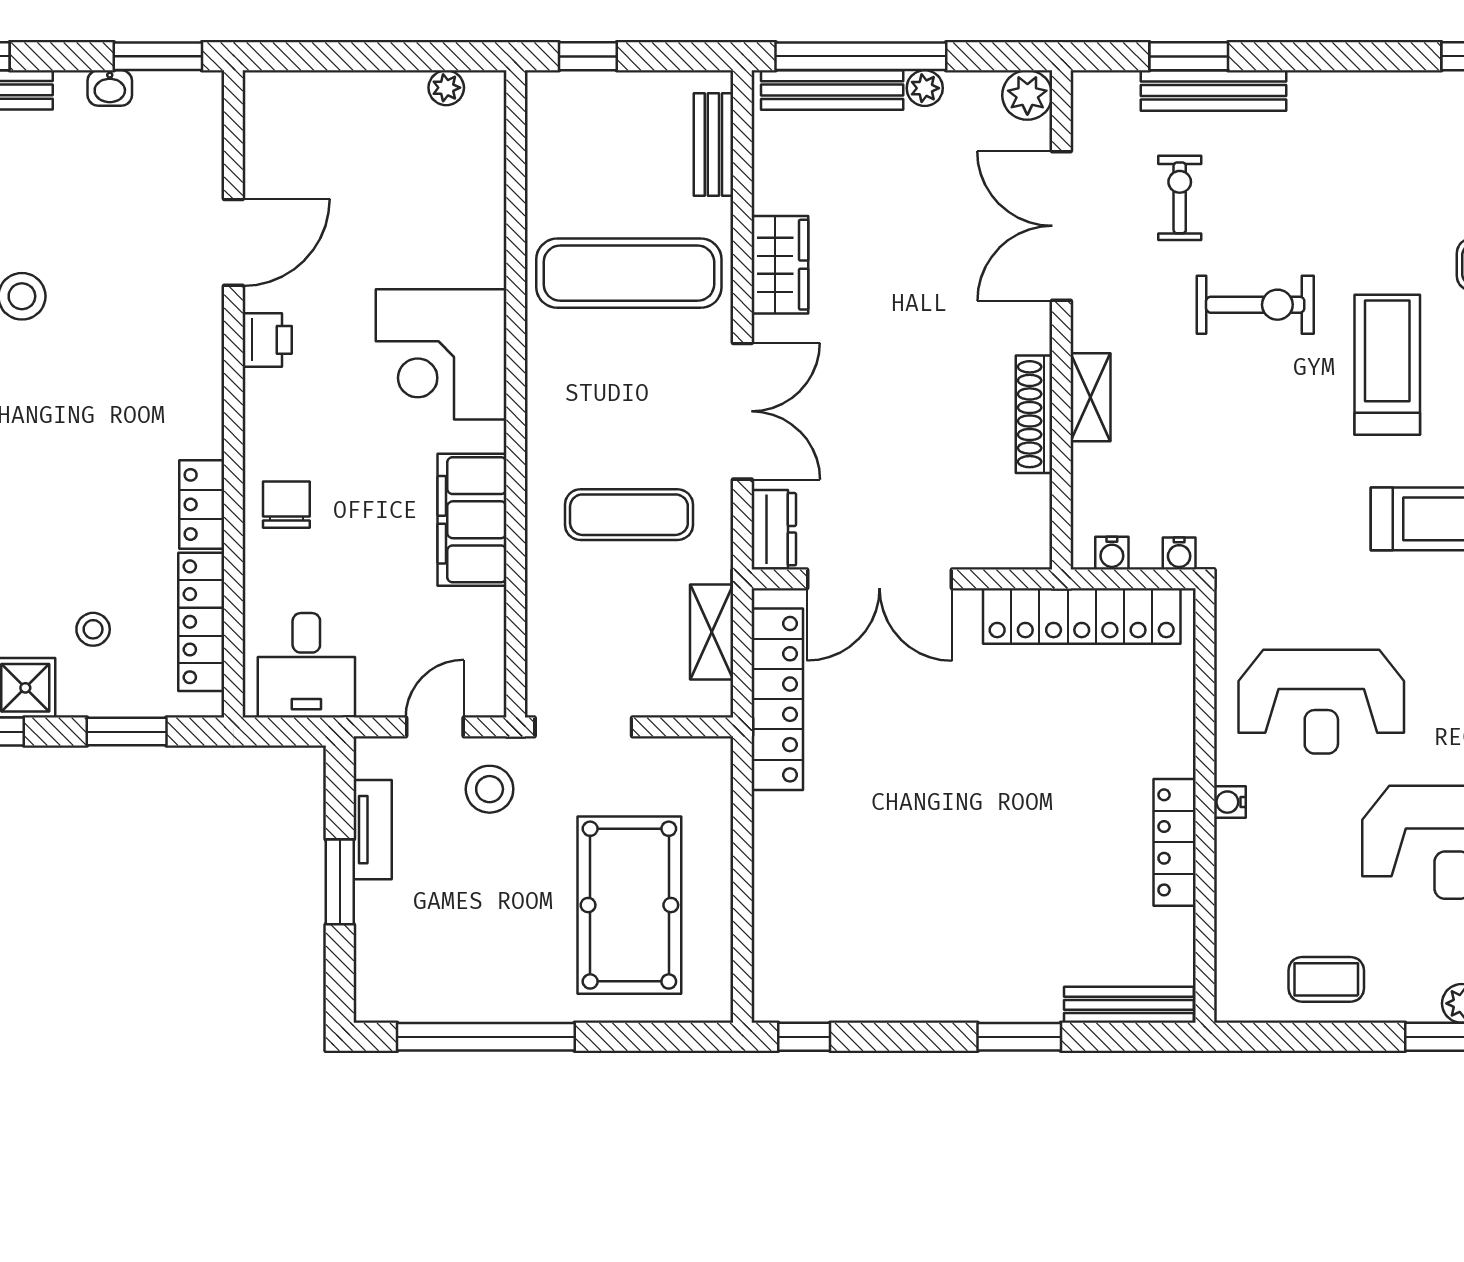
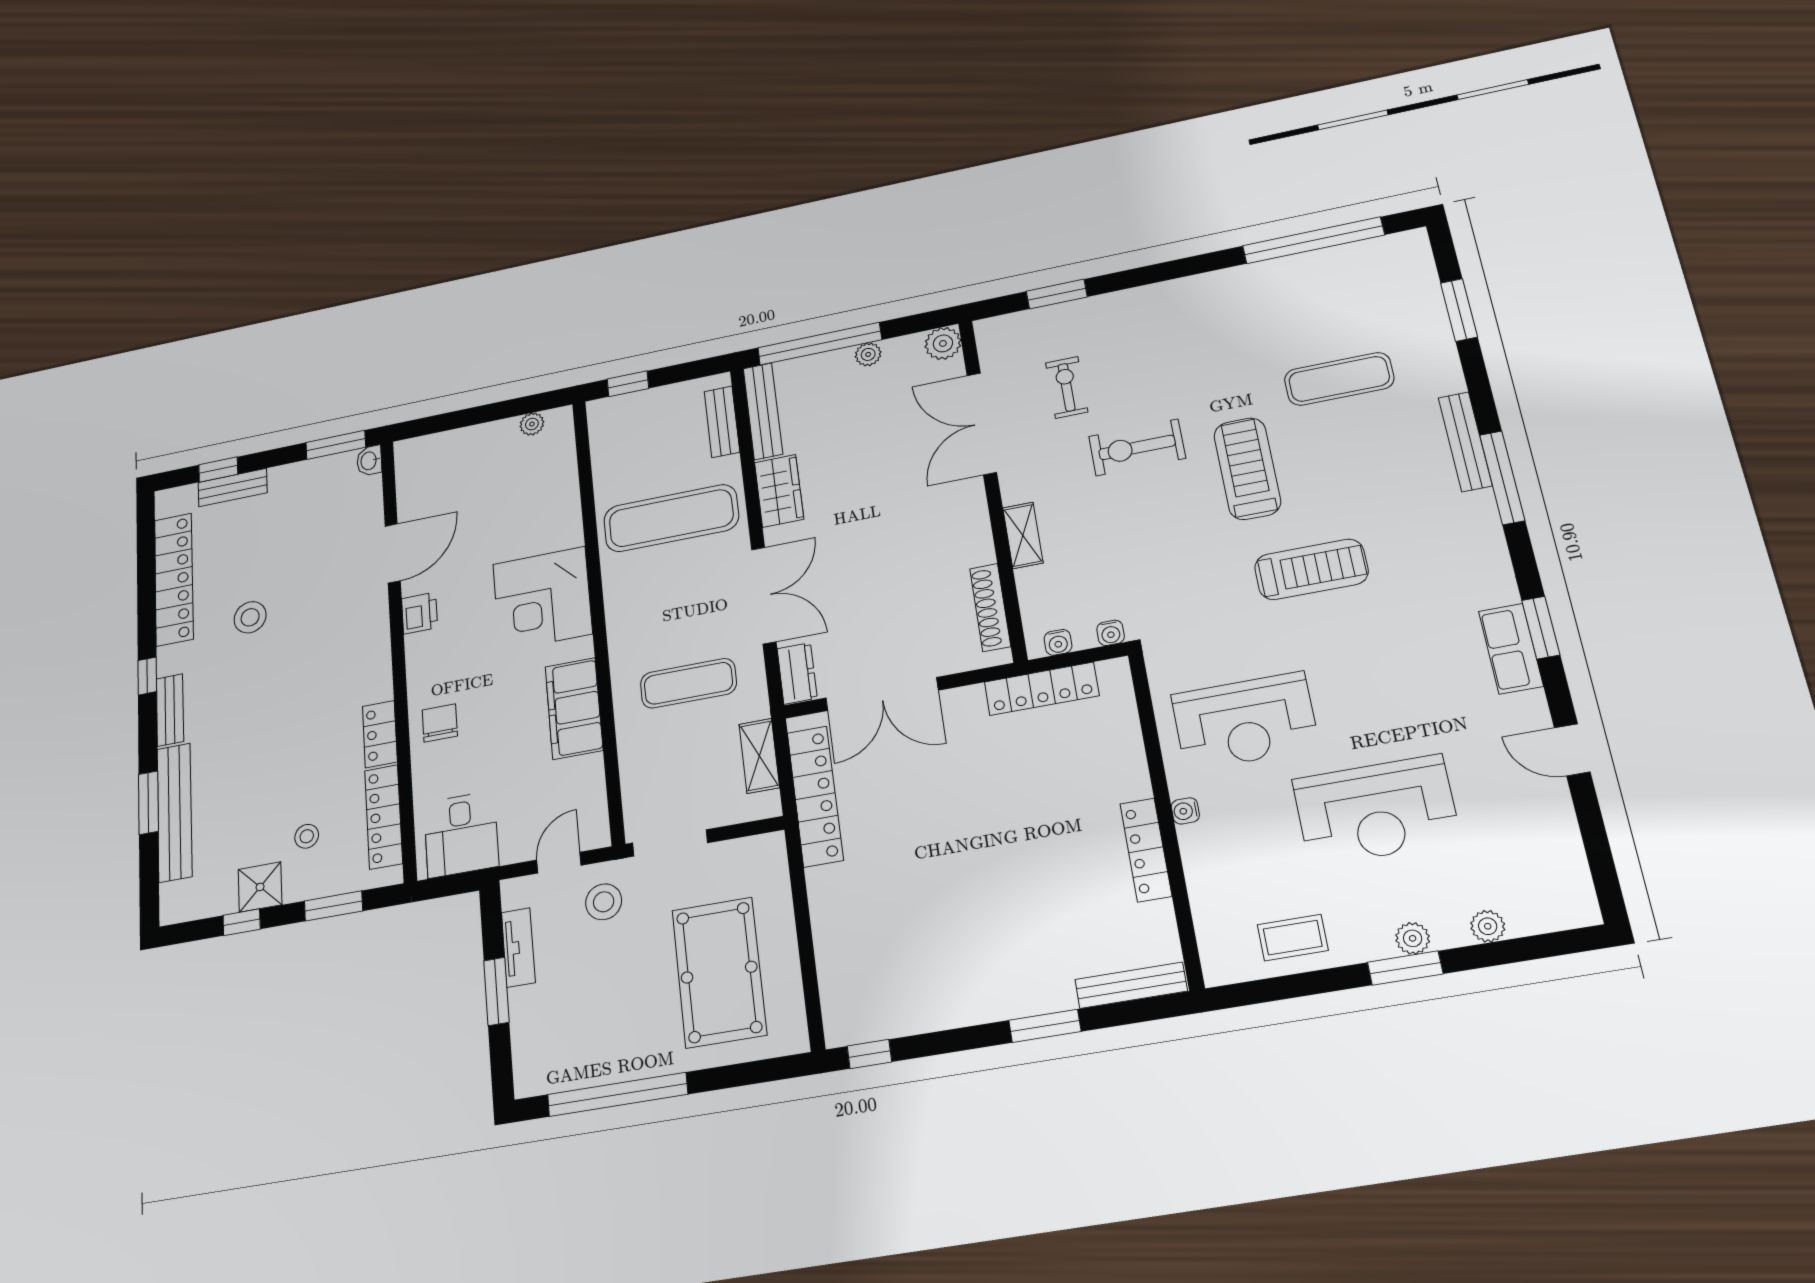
washbasin: (110, 88) -> (369, 461), moved, turned 90
bench: (832, 90) -> (763, 411), moved, turned 90
bench: (1213, 90) -> (1079, 312), removed
exercise bike: (1255, 305) -> (1137, 447), turned 180
shoe rack: (1034, 414) -> (990, 607), moved
locker: (1082, 616) -> (1042, 689), width x0.71, depth x0.83

